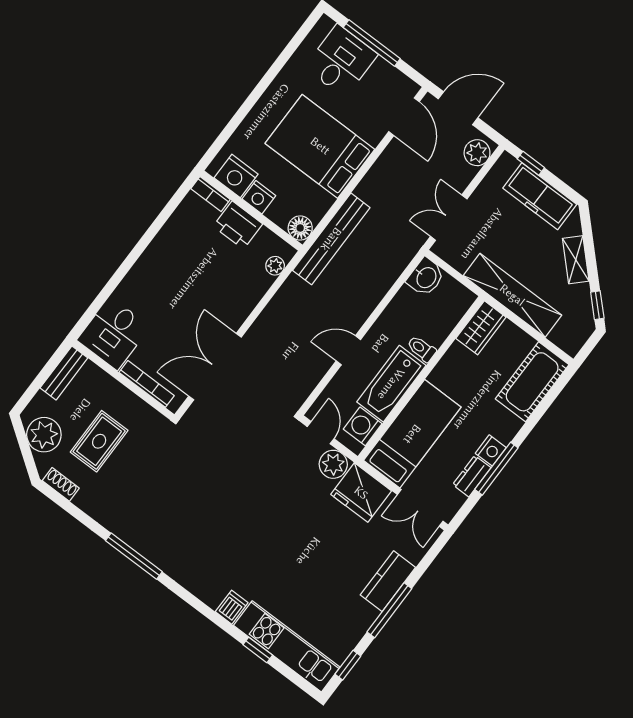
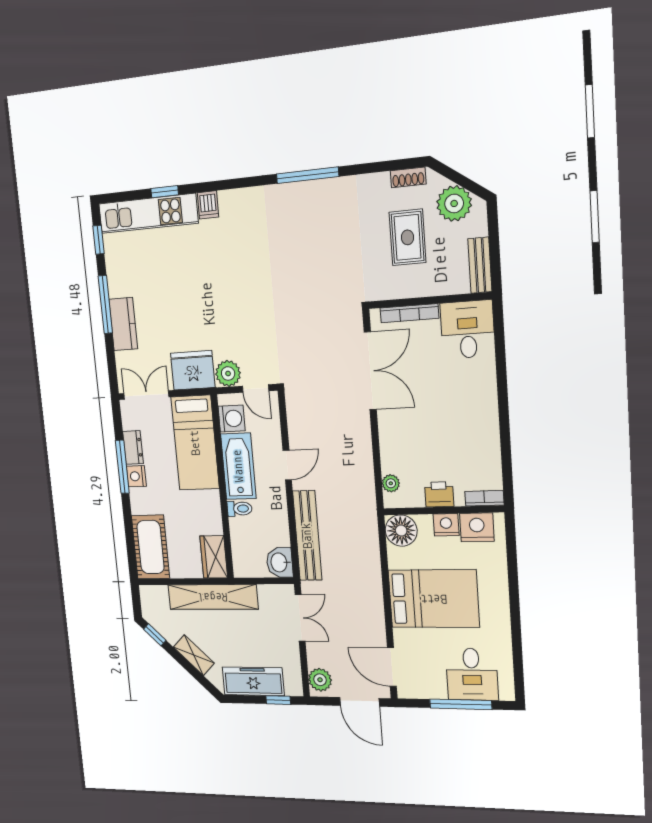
door: (458, 108) -> (360, 702), hinge flipped
printer: (238, 225) -> (439, 494), width x0.73, depth x0.81
floor lamp: (300, 228) -> (401, 531), width x1.38, depth x1.38
bench: (331, 239) -> (307, 536), moved

